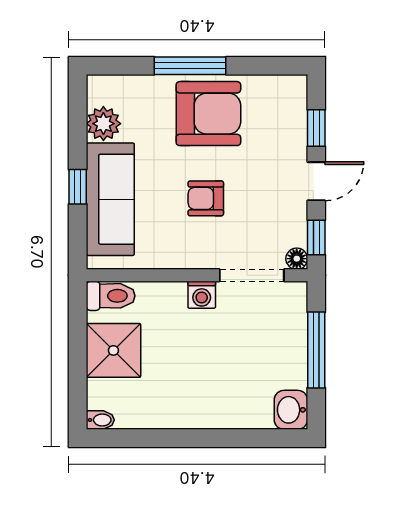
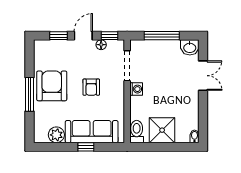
door: (316, 181) -> (83, 36), hinge flipped
floor lamp: (297, 259) -> (101, 45), moved
double door: (231, 438) -> (203, 76), added

